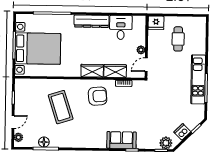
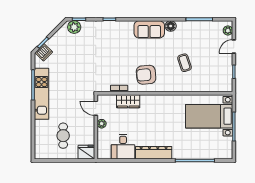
bed with nightstands: (38, 49) -> (209, 116), width x0.73
door: (146, 65) -> (96, 108), swing flipped
wardrobe: (92, 71) -> (152, 101), removed
coffee table: (61, 107) -> (184, 63), width x0.54, depth x0.58
dishwasher: (182, 132) -> (44, 52), moved
sofa: (121, 140) -> (149, 29), moved
floor lamp: (44, 142) -> (171, 26), moved

